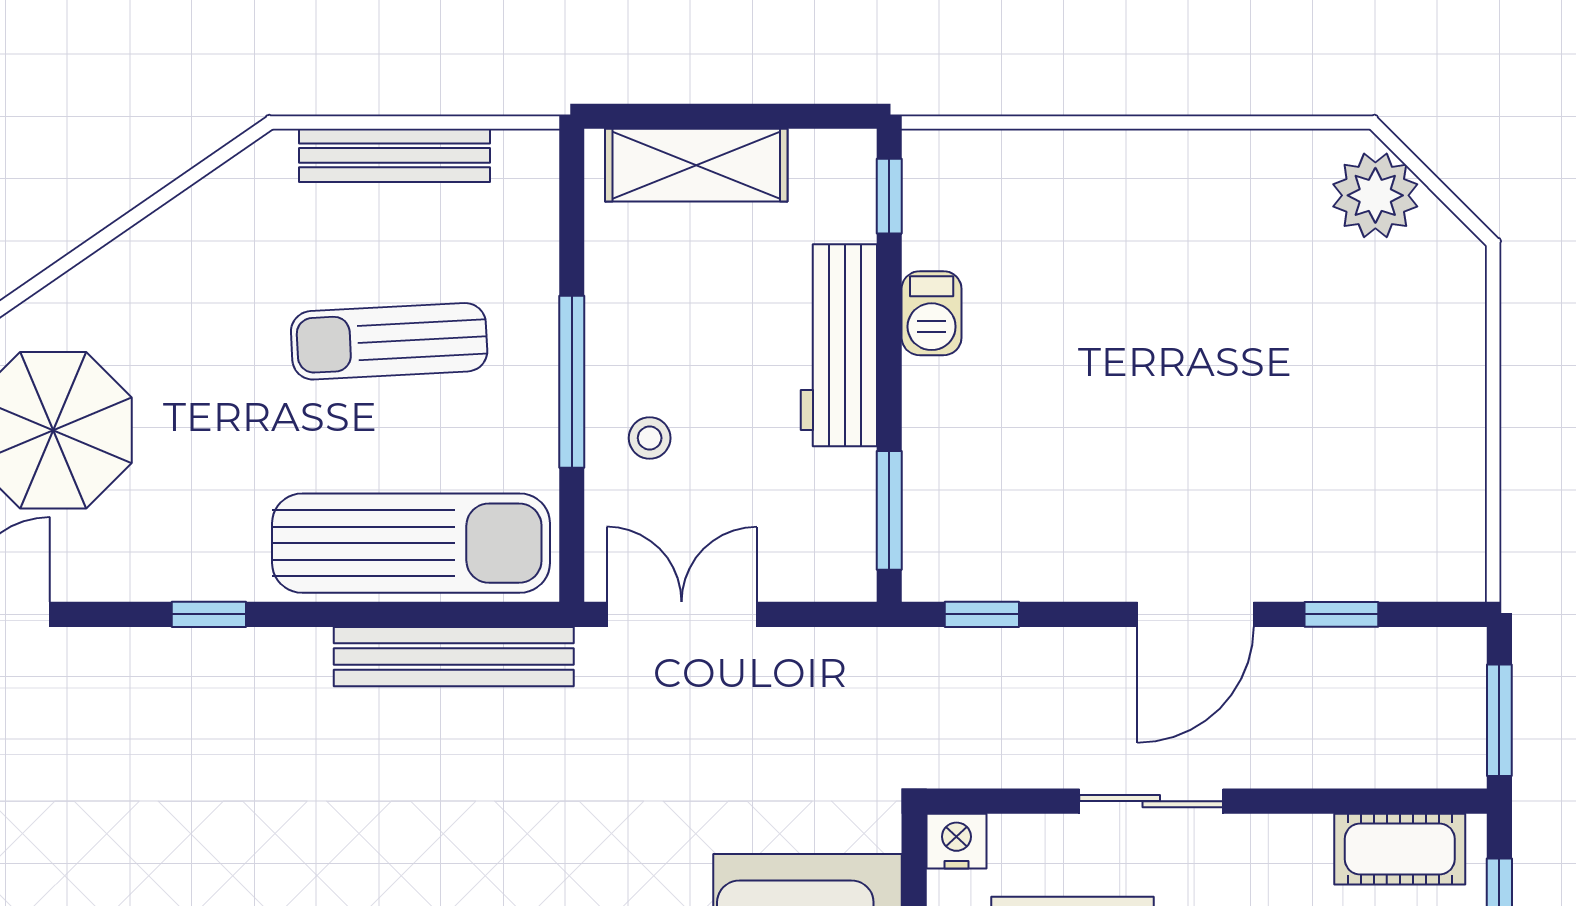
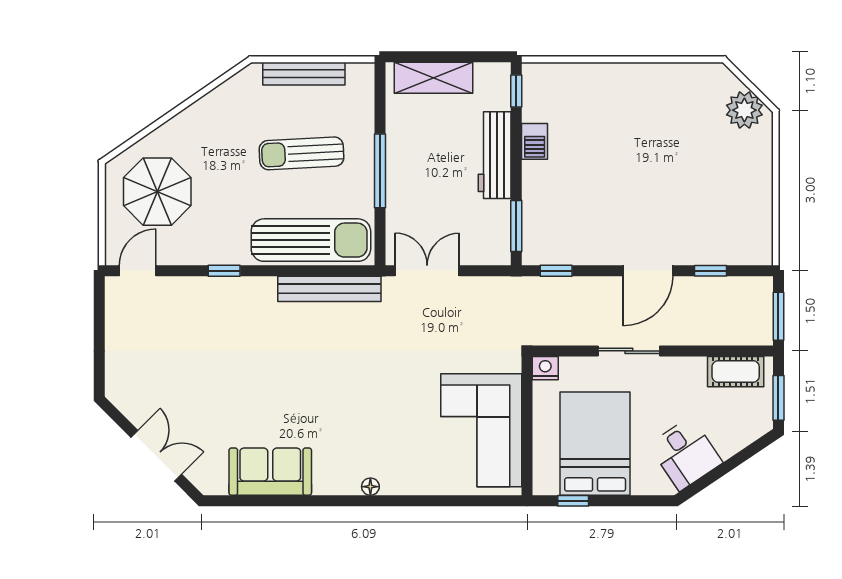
plant: (1375, 195) -> (744, 110), moved
stool: (650, 438) -> (413, 195), removed

